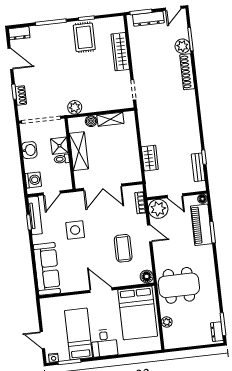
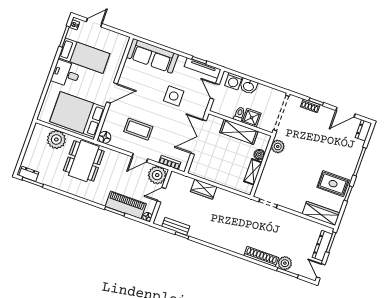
wardrobe: (120, 52) -> (321, 213), moved
washbasin: (29, 150) -> (249, 86), moved
plant: (167, 322) -> (56, 139), width x1.87, depth x1.87

